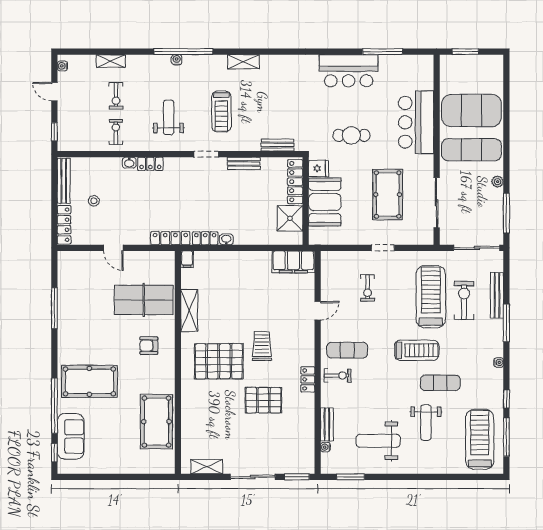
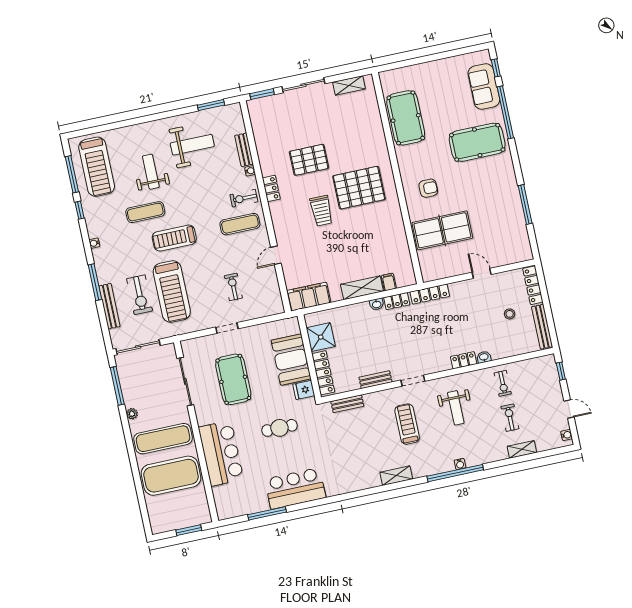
filing cabinet: (187, 259) -> (389, 282), moved
shelving: (189, 311) -> (362, 288), moved, turned 90
water cooler: (325, 447) -> (250, 171), moved

